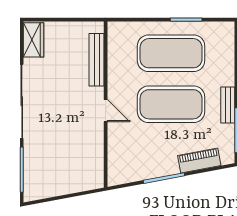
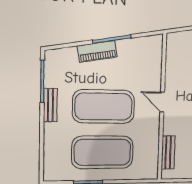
bench: (97, 60) -> (168, 152), width x0.73
piano: (199, 161) -> (97, 51), moved

